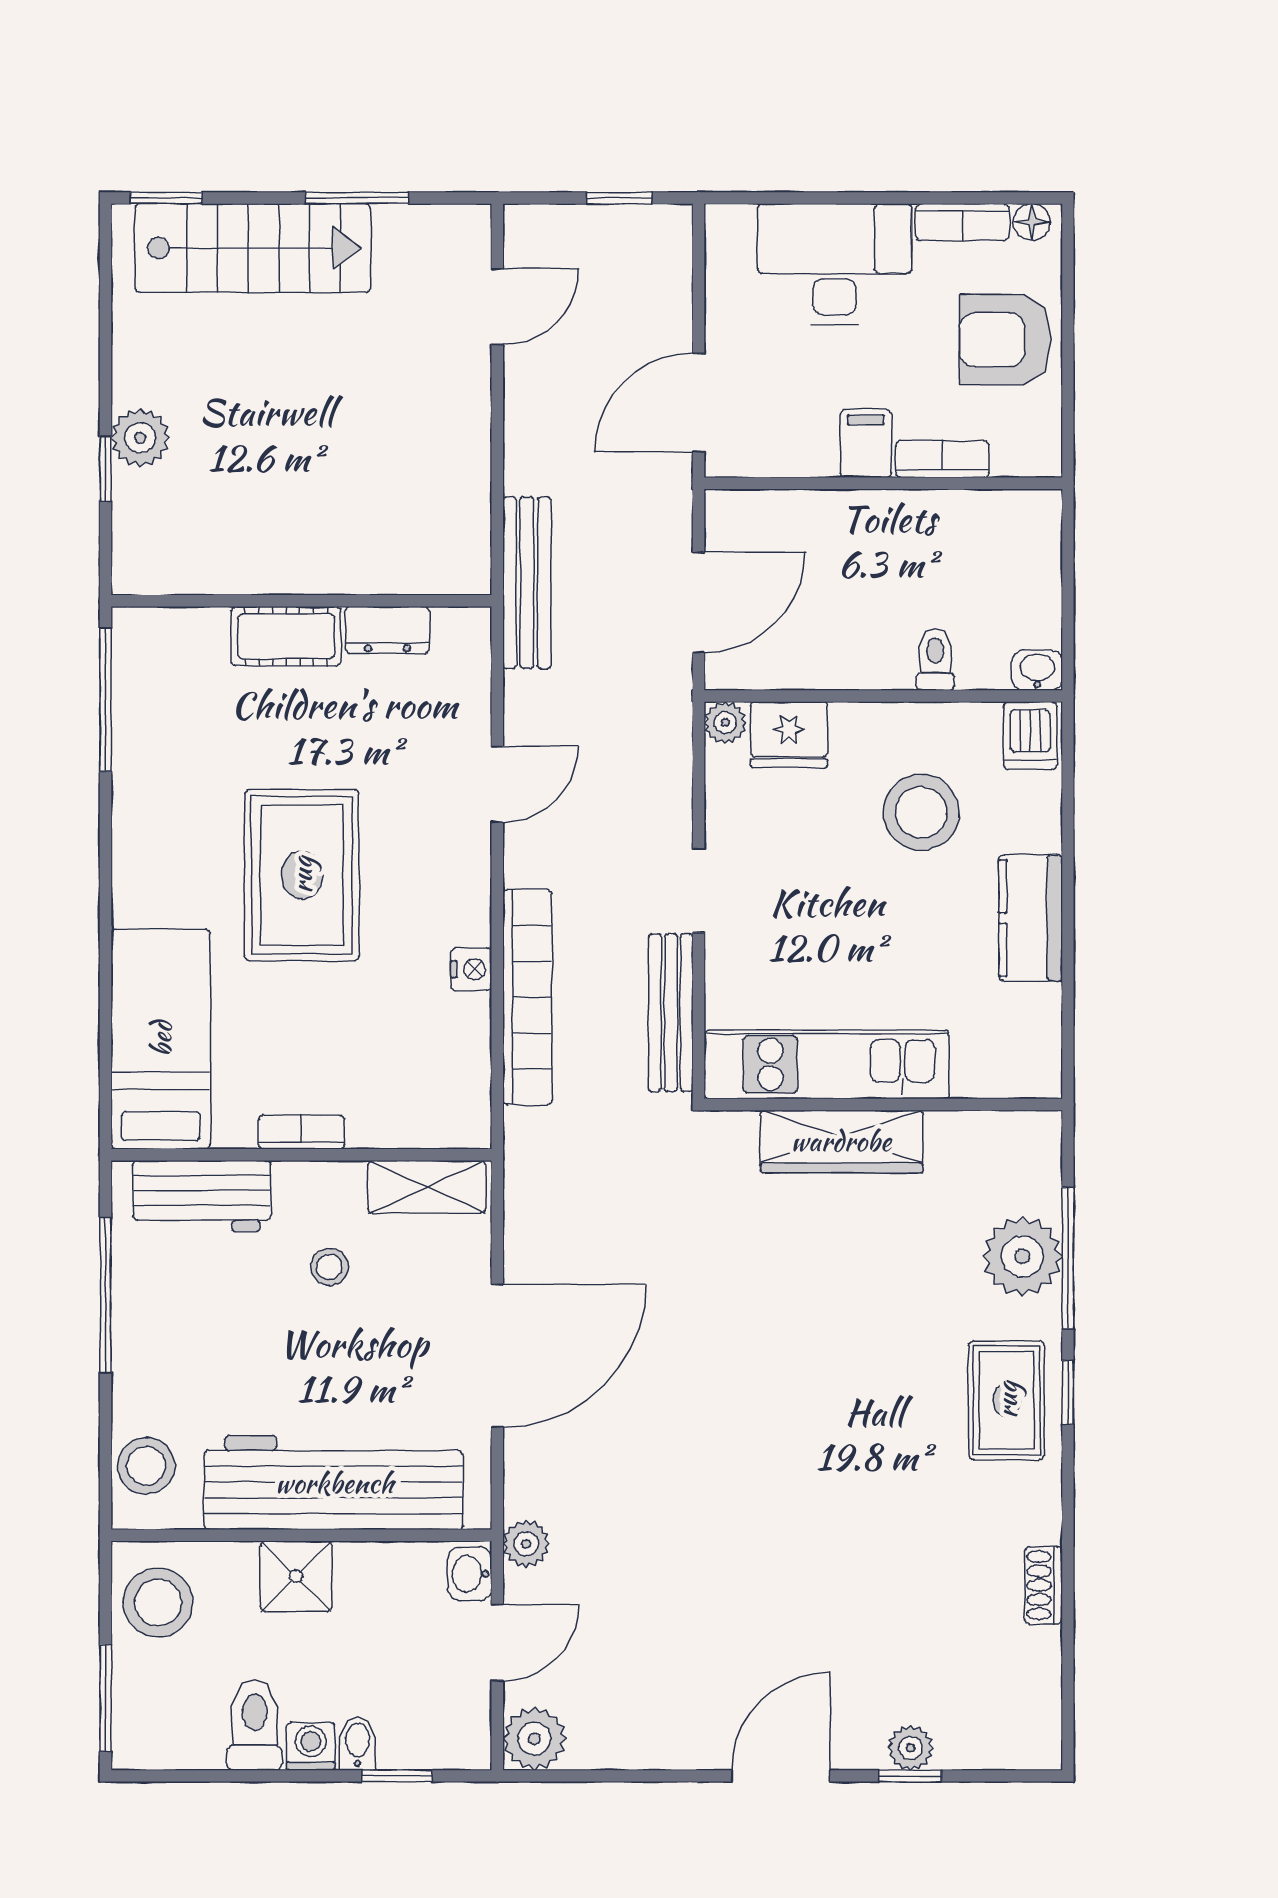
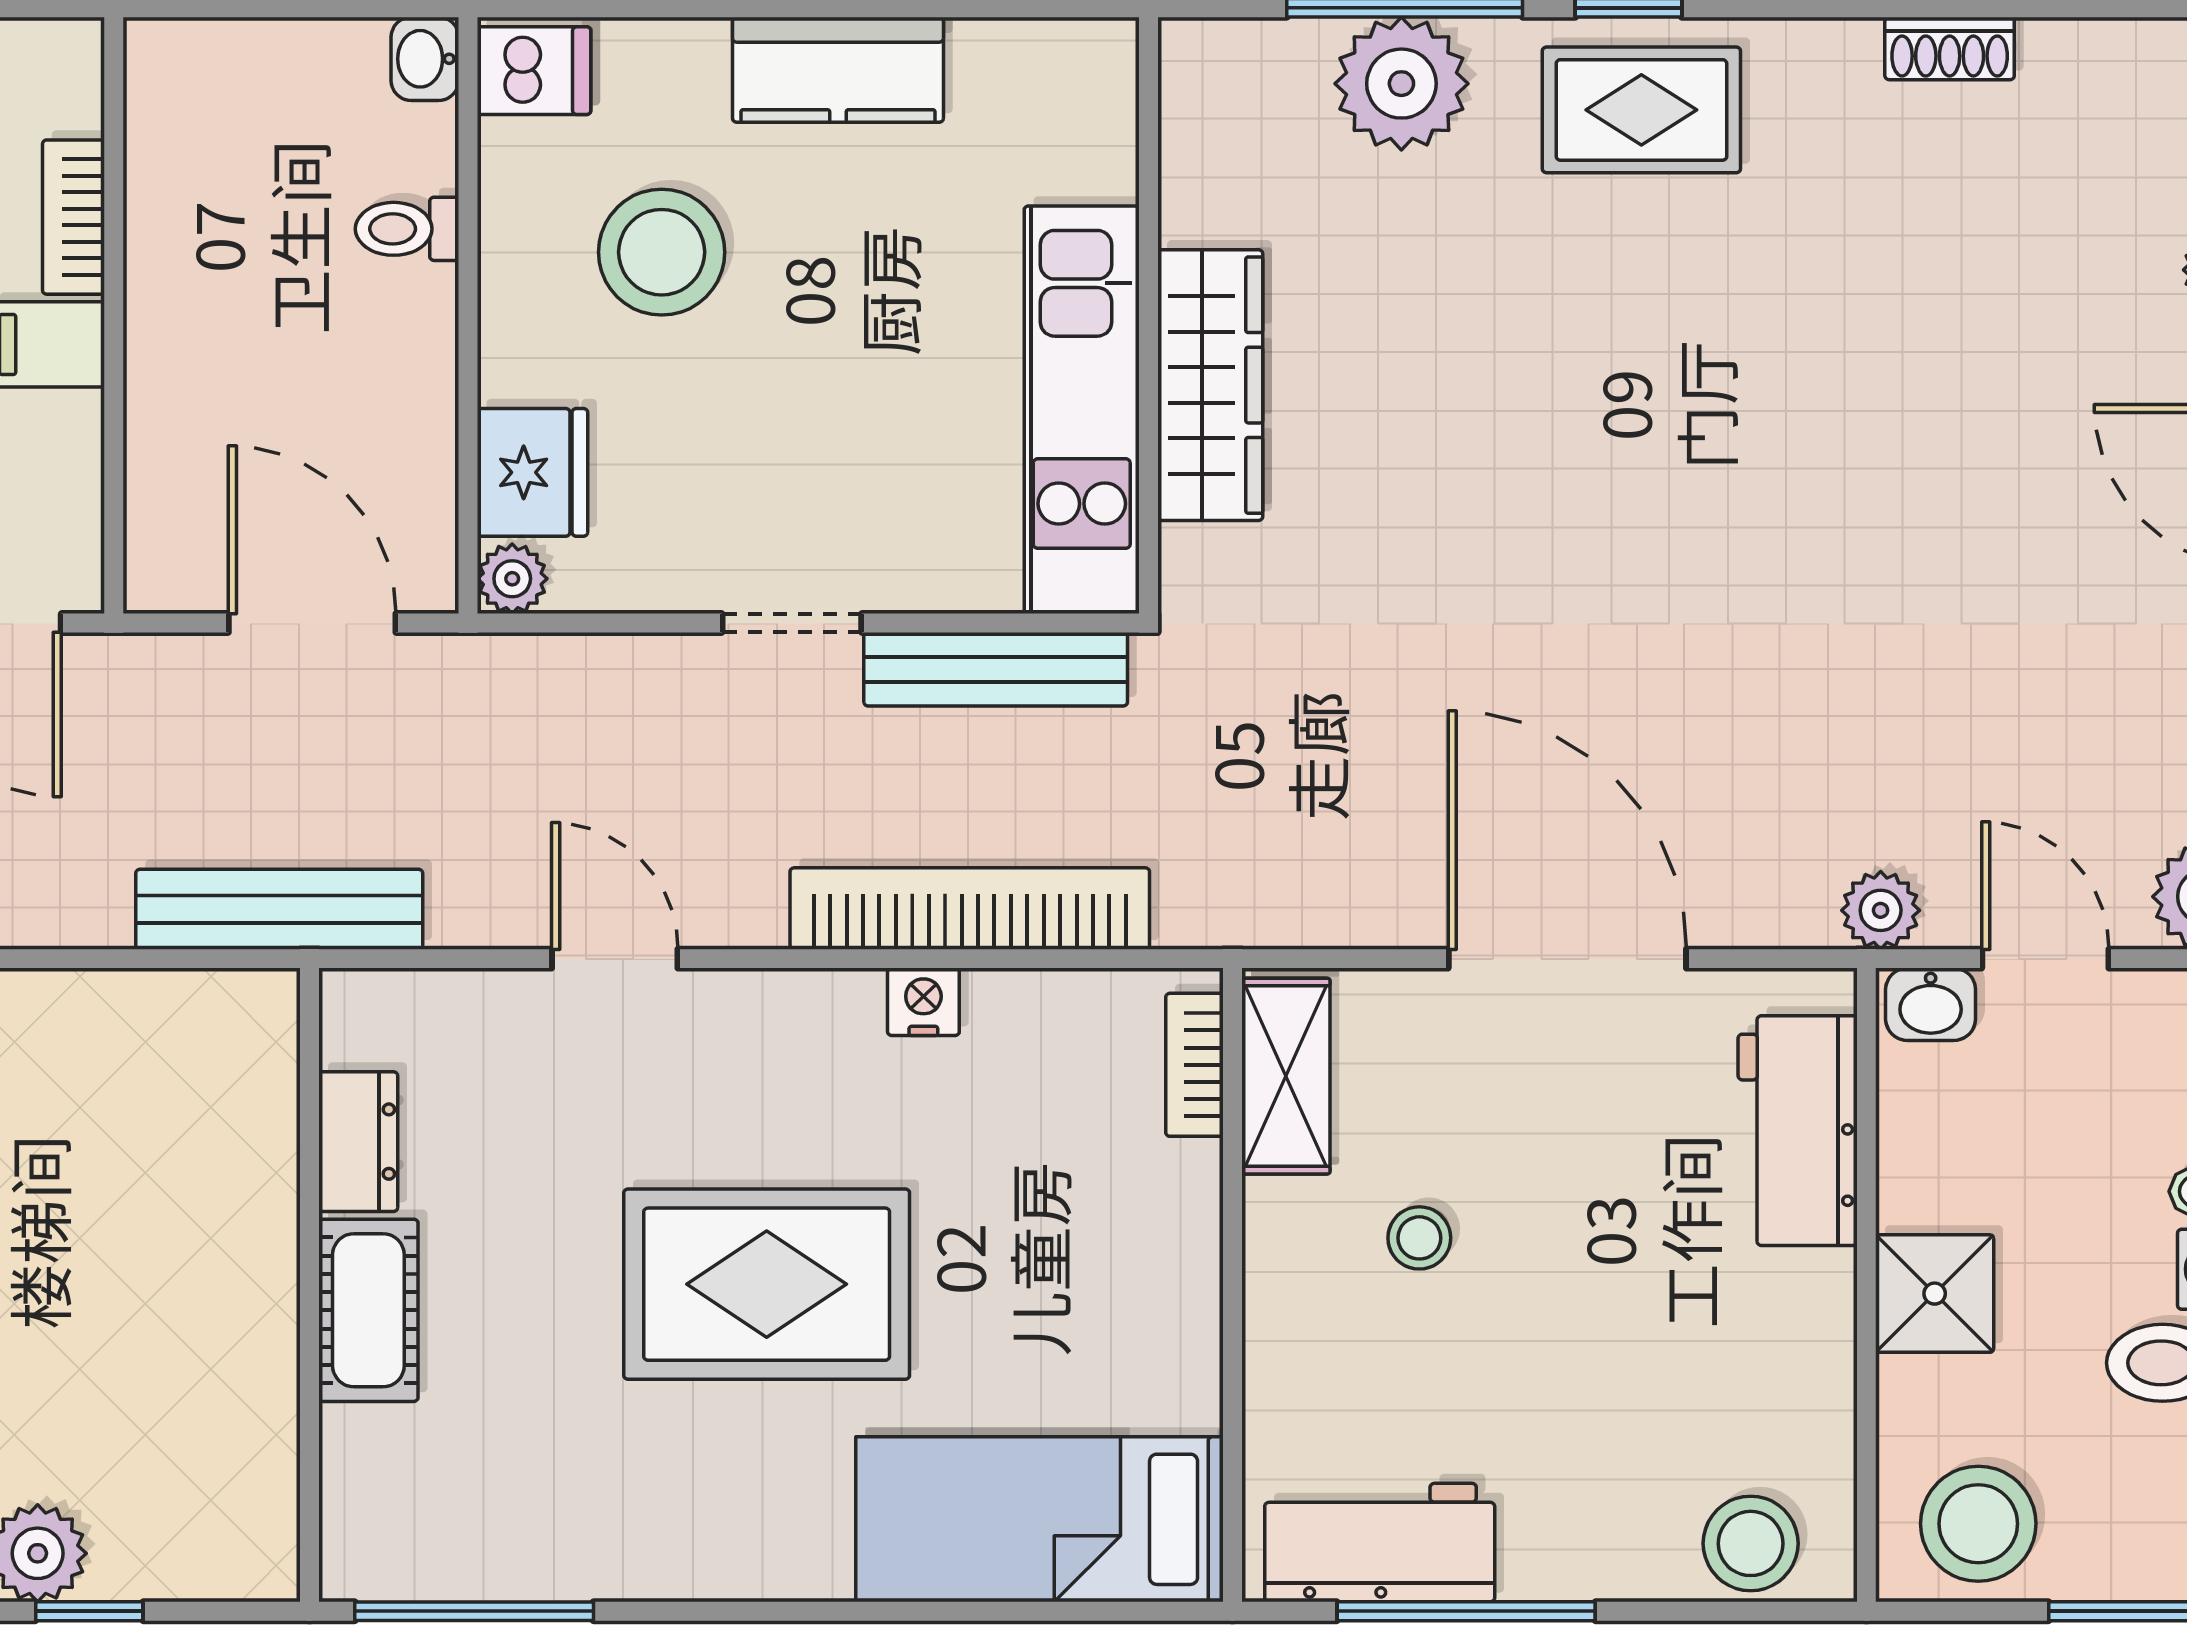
bookcase: (301, 1132) -> (1194, 1065), moved
workbench: (202, 1196) -> (1380, 1543), moved, turned -90
workbench: (334, 1483) -> (1798, 1131), width x0.53, depth x0.76

